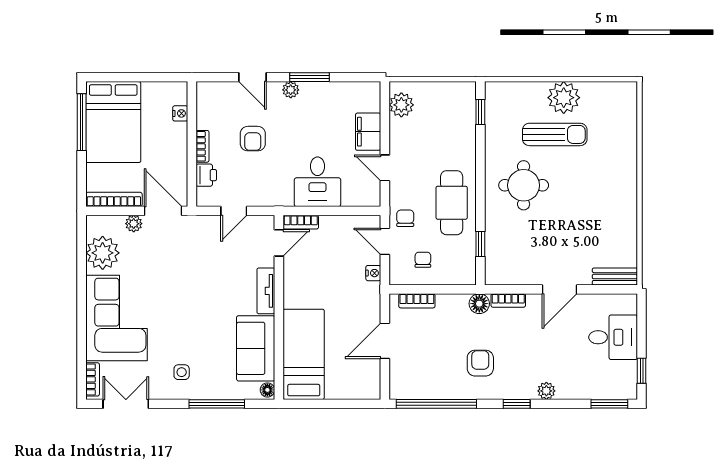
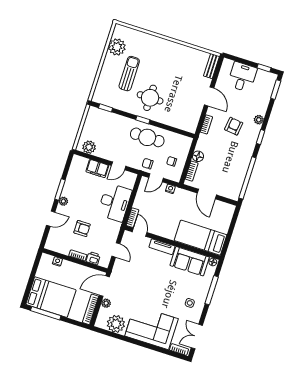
plant: (564, 98) -> (117, 47), moved
desk: (318, 182) -> (115, 202), width x1.37
window: (480, 244) -> (143, 120), moved
floor lamp: (479, 304) -> (198, 156), moved
armchair: (480, 363) -> (234, 126), moved, turned 97

